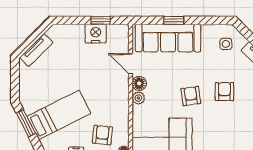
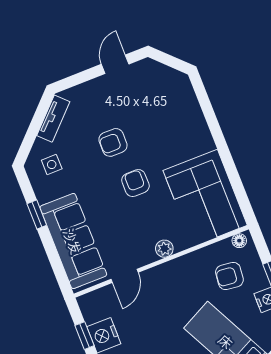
window: (174, 20) -> (37, 215), moved
floor lamp: (139, 83) -> (145, 255), removed
armchair: (191, 96) -> (135, 183), turned 98

